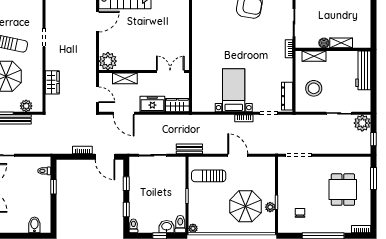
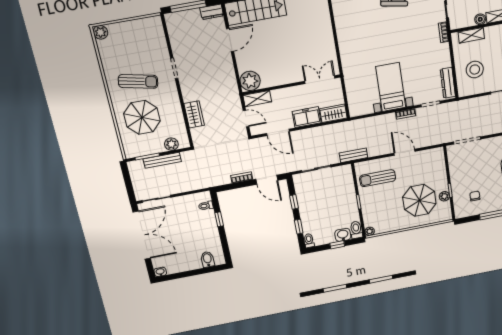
shelving: (125, 78) -> (257, 99), moved

